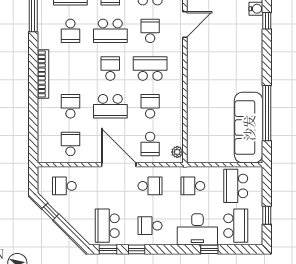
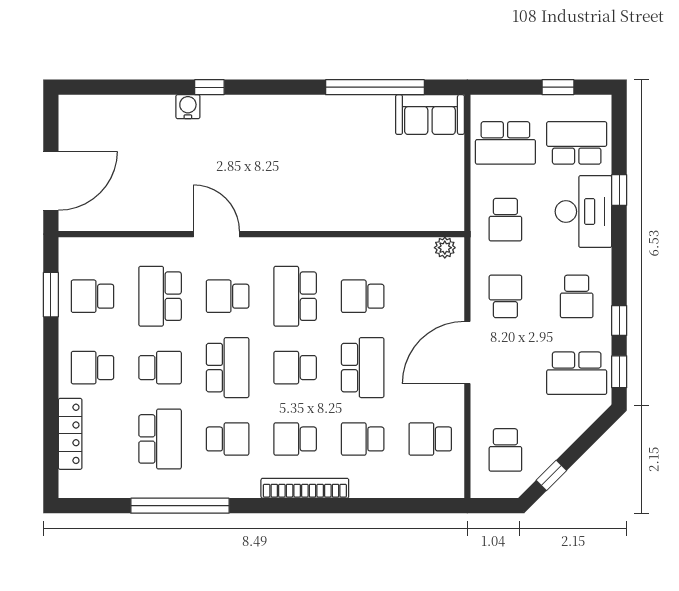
sofa: (249, 128) -> (430, 115), width x0.54, depth x0.79
school desk: (150, 144) -> (295, 439), moved, turned 180

